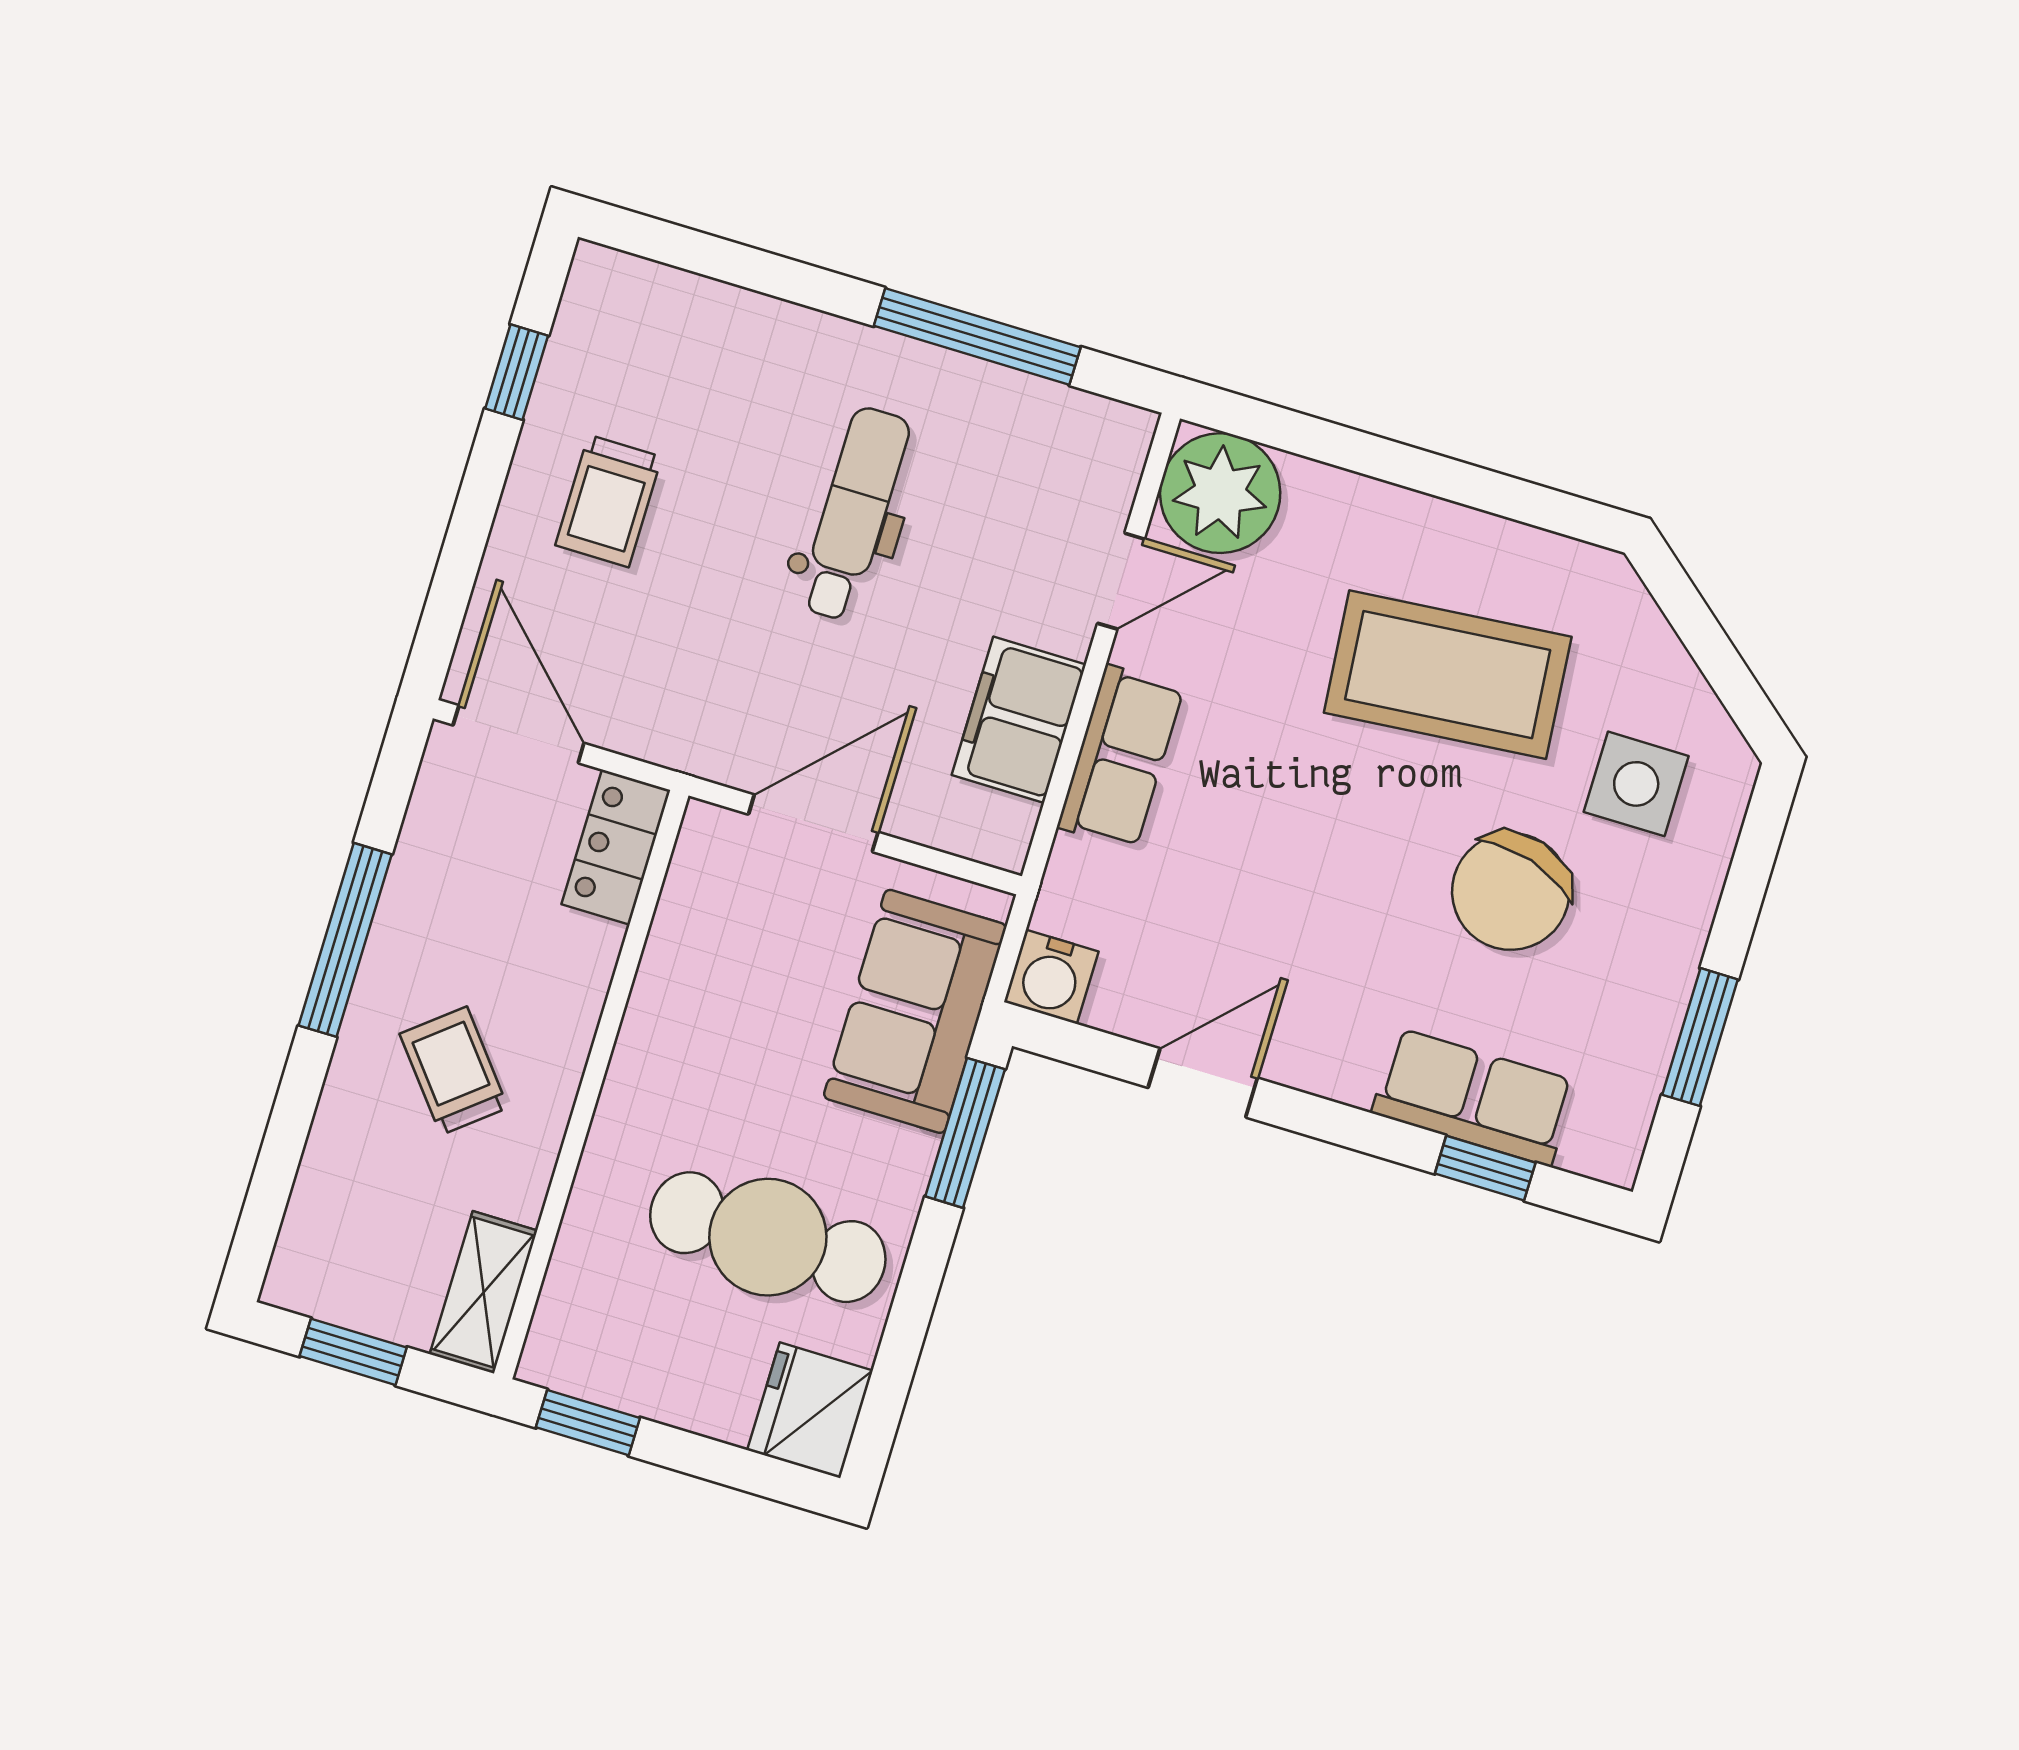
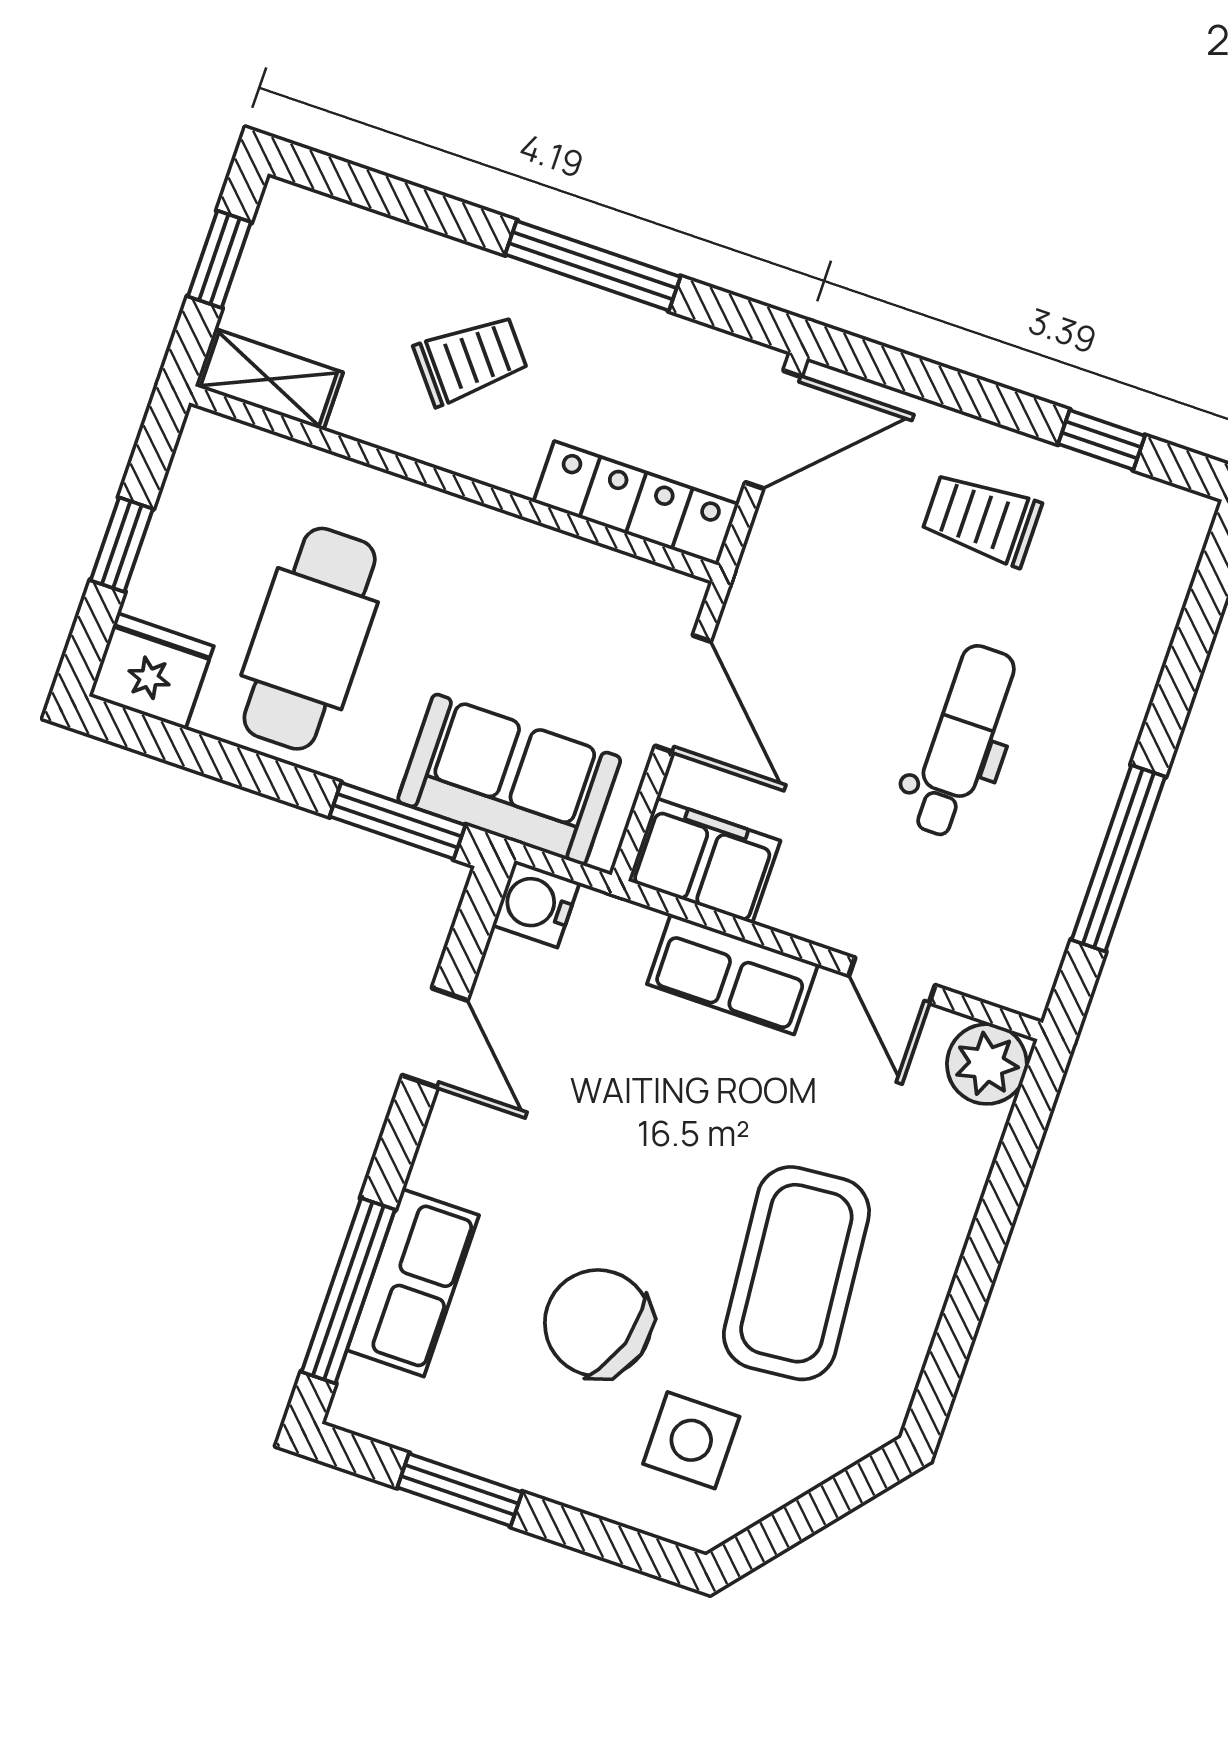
plant: (1220, 493) -> (987, 1064), width x0.73, depth x0.73
dental chair: (854, 514) -> (962, 741), turned -90
filing cabinet: (1019, 720) -> (704, 861), moved
locker: (616, 847) -> (636, 503), width x1.53
window: (1485, 1168) -> (348, 1291), width x2.17
window: (588, 1423) -> (122, 545), moved

